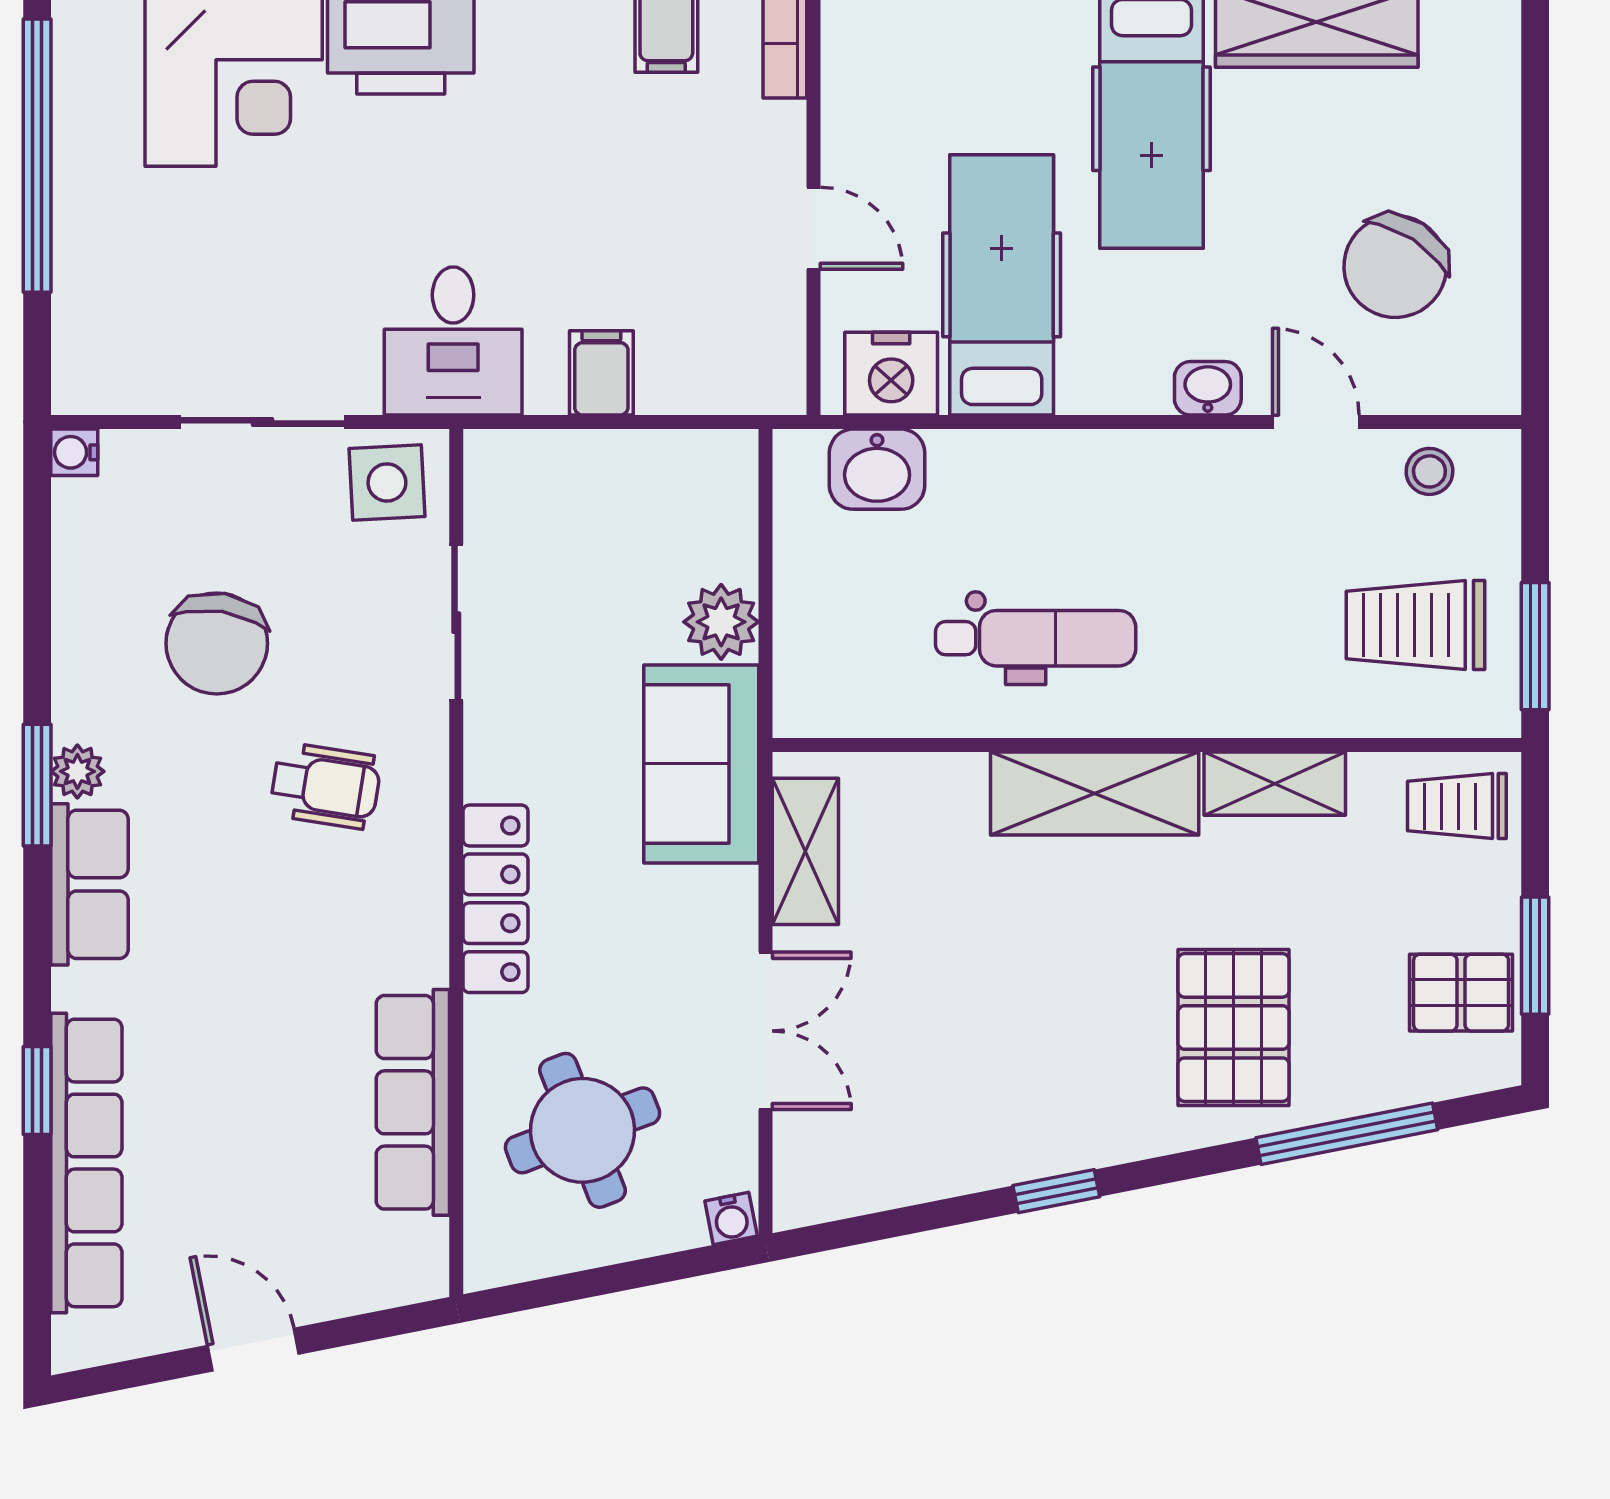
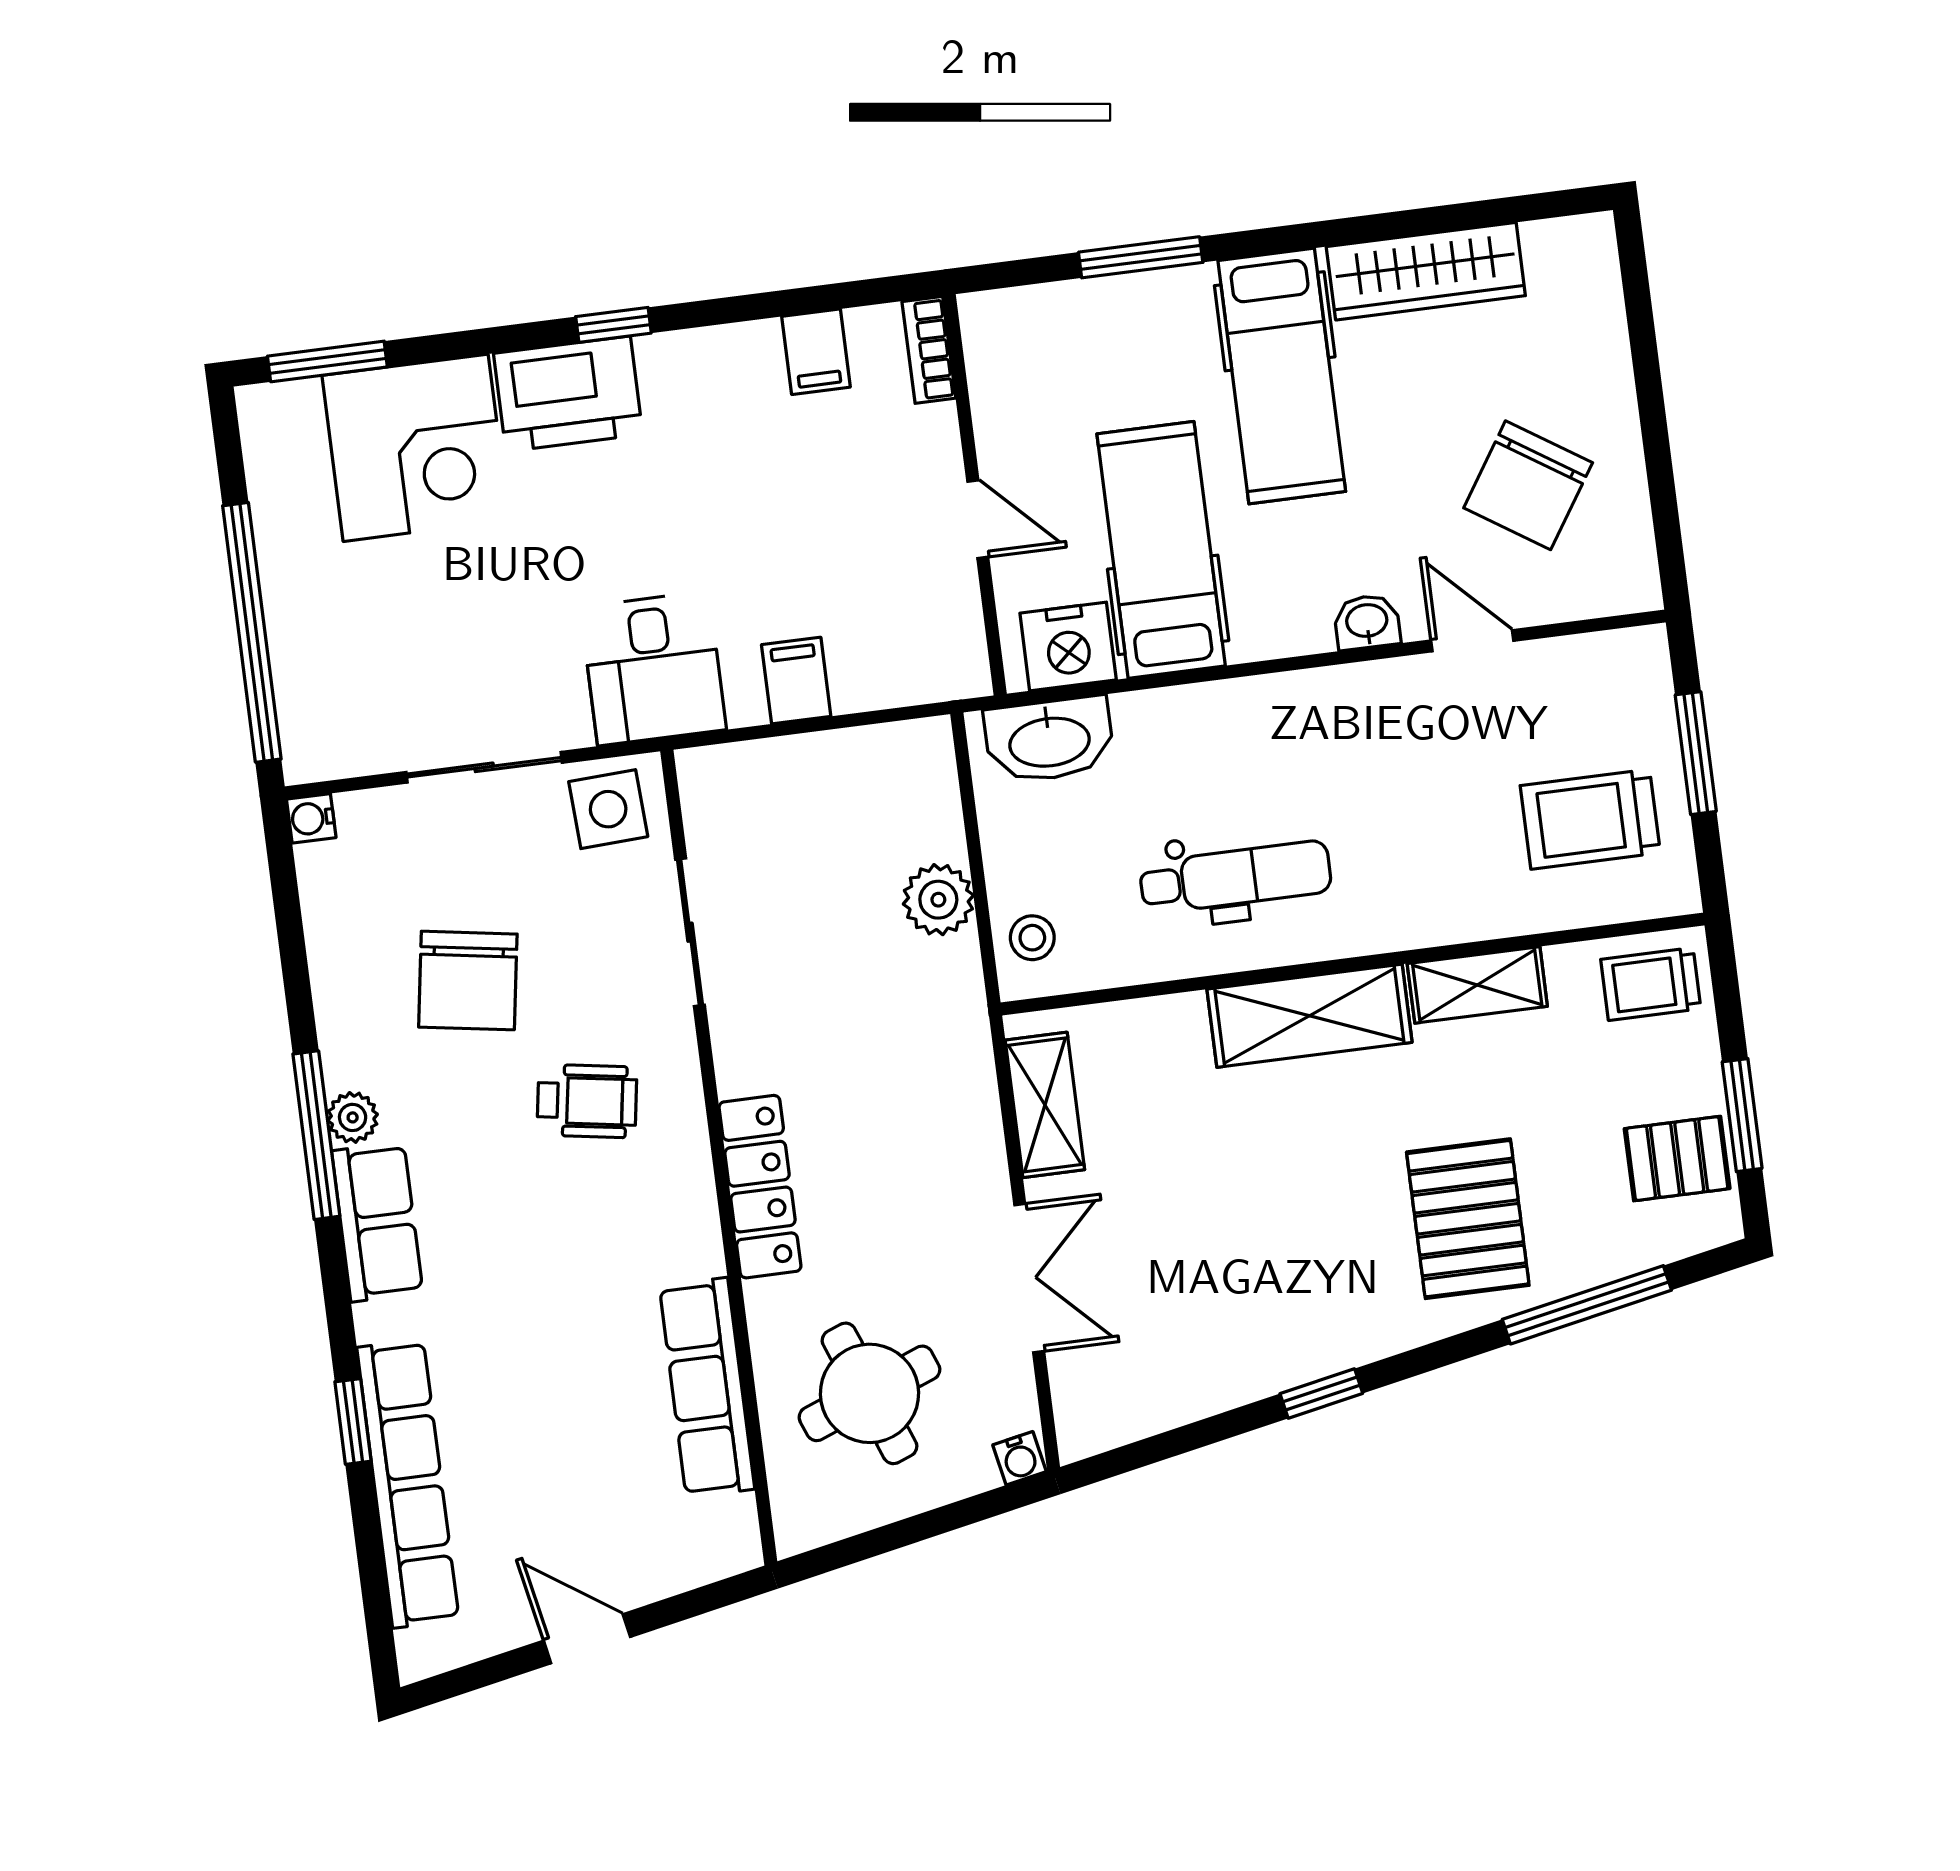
window: (37, 156) -> (252, 632), moved
washbasin: (877, 469) -> (1049, 740), width x1.38
stool: (1429, 471) -> (1032, 938), moved
window: (1535, 646) -> (1696, 753), moved
sofa: (701, 764) -> (937, 1035), removed
window: (37, 785) -> (316, 1135), width x1.44

